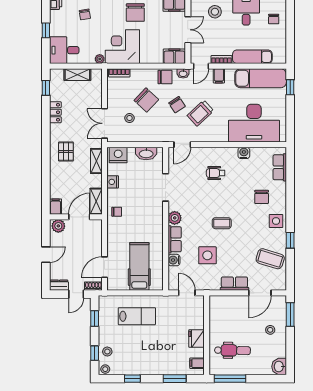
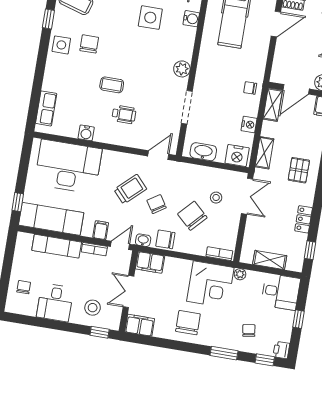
chair: (262, 197) -> (89, 44), moved
coffee table: (222, 223) -> (112, 85), moved
row of seats: (175, 239) -> (186, 43), removed

